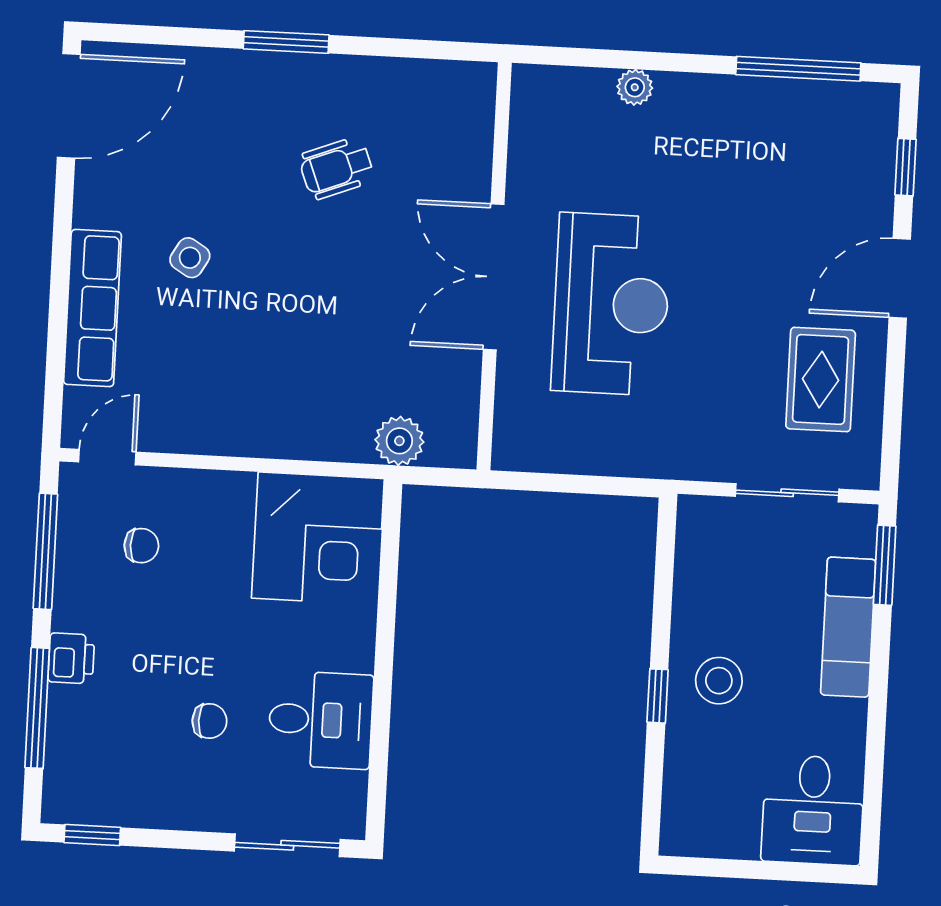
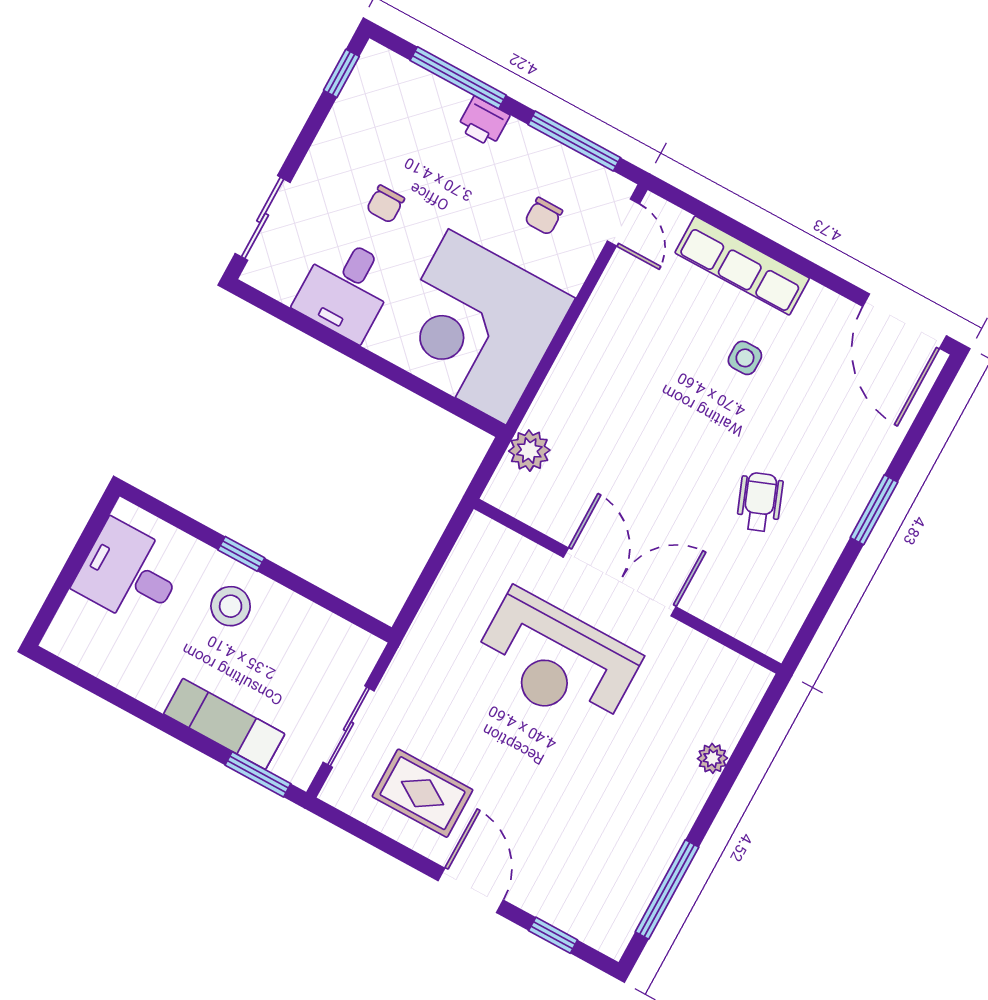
side table: (190, 258) -> (745, 358), turned -31
corner desk: (318, 538) -> (477, 327), width x1.36, depth x1.36
desk: (813, 810) -> (129, 573), moved

